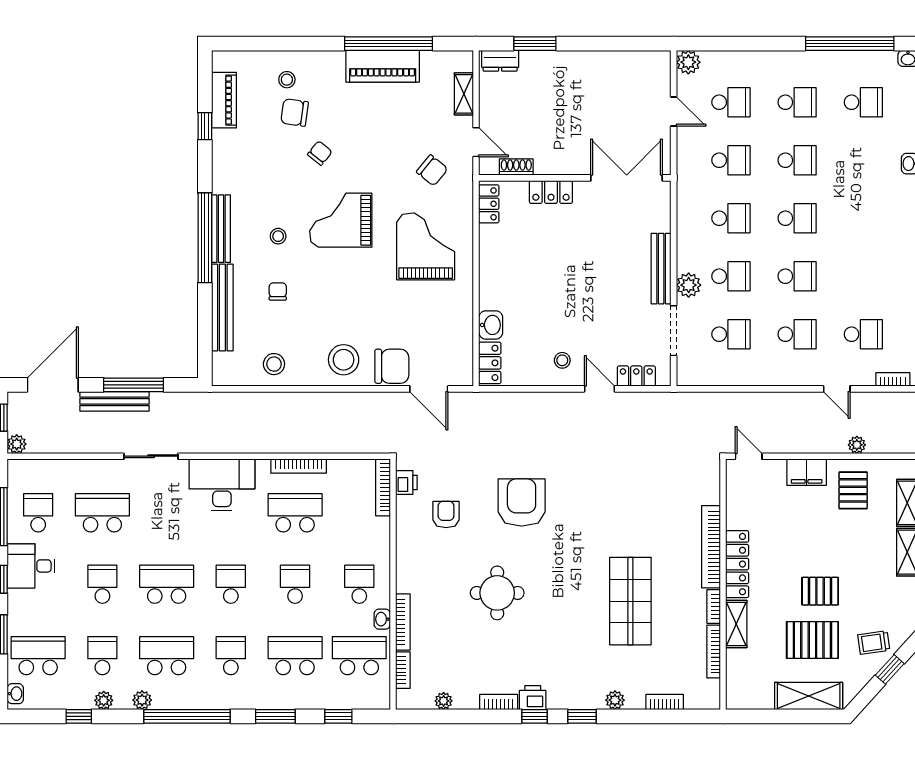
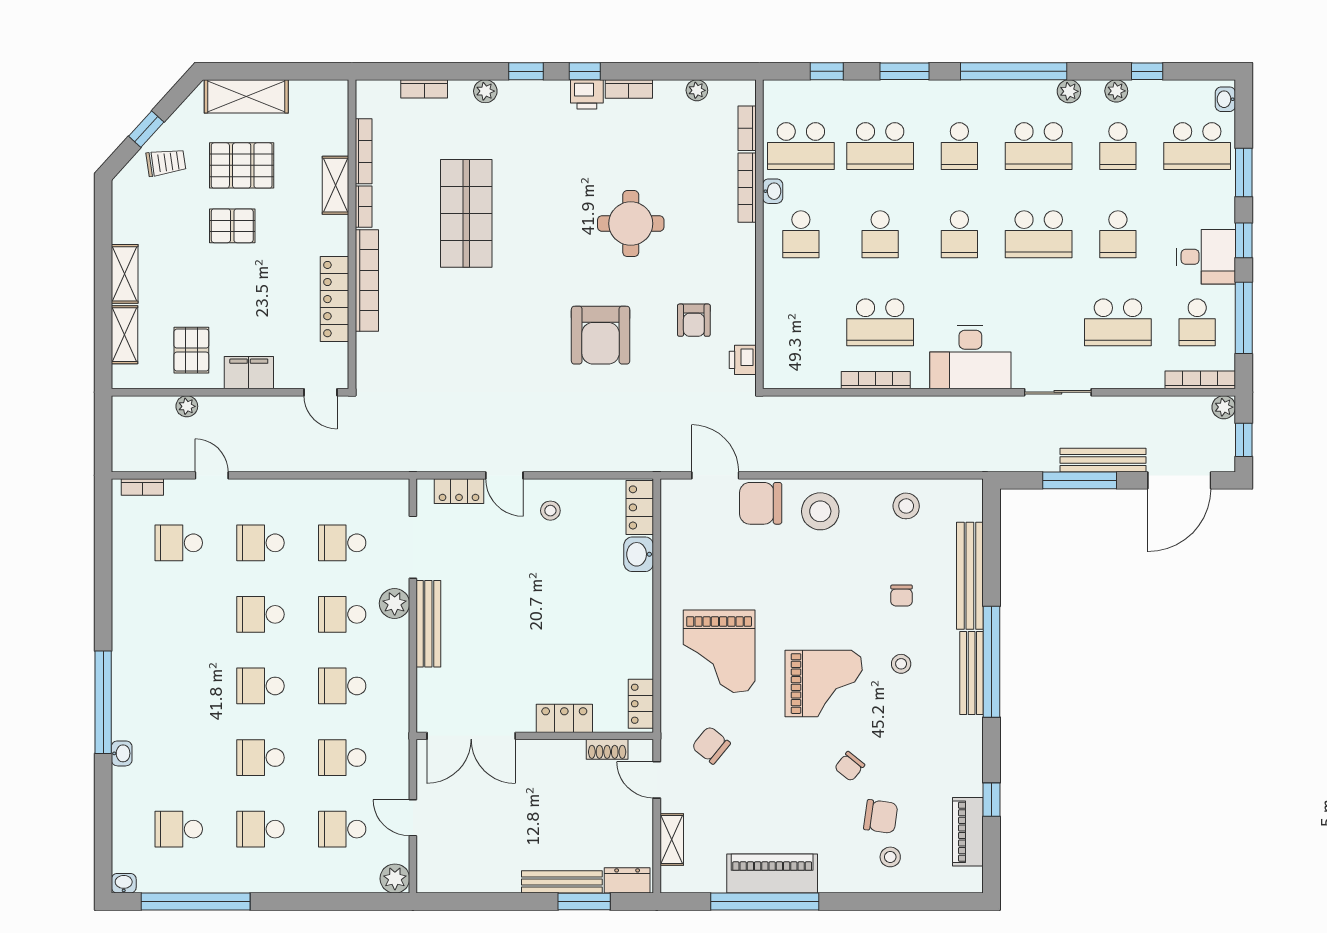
bench: (553, 59) -> (562, 882), added
bookcase: (383, 487) -> (1200, 380), moved, turned -90
locker: (737, 564) -> (334, 299), moved

